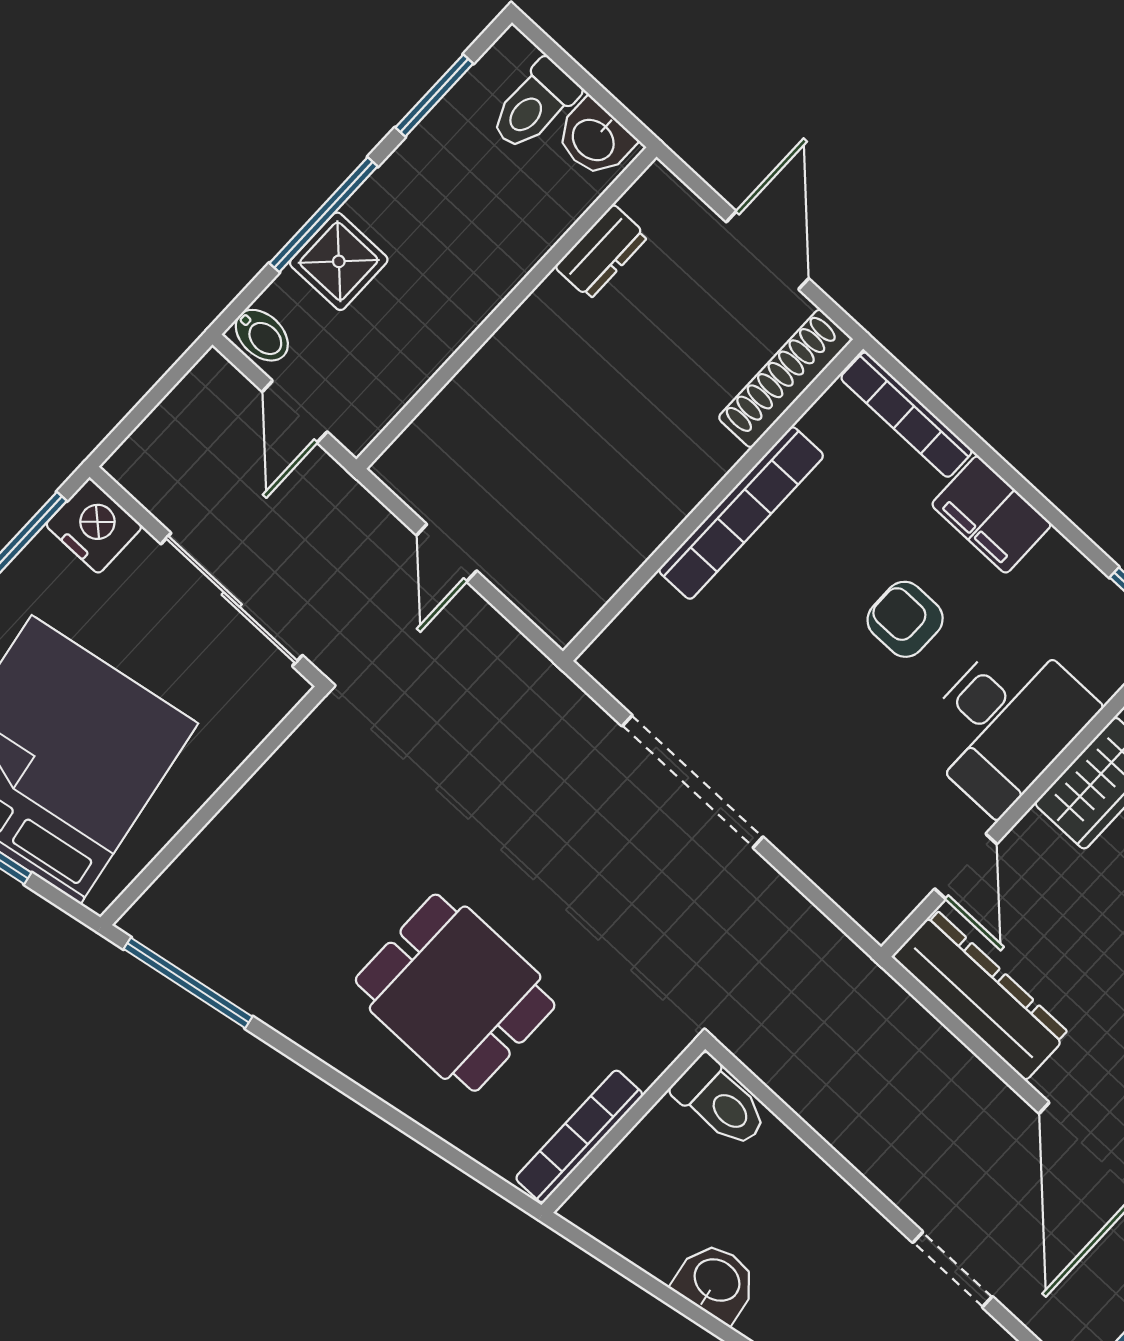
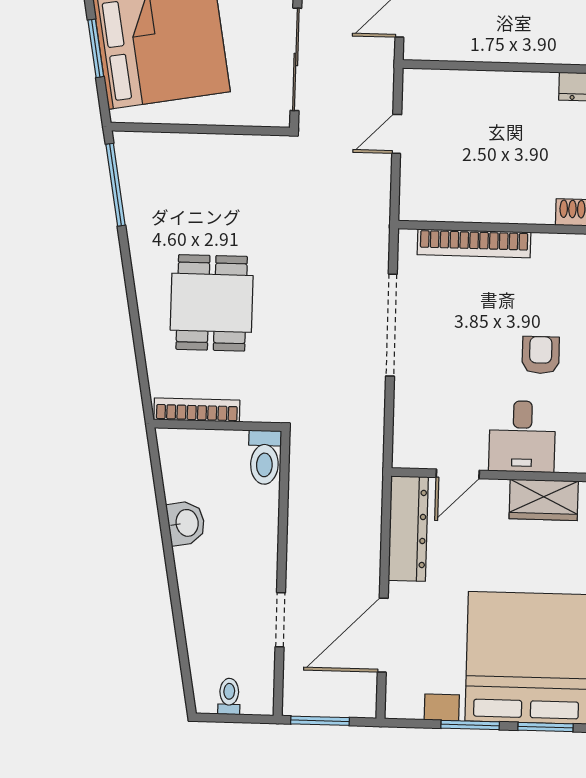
bookcase: (741, 513) -> (474, 243), moved
desk: (1006, 722) -> (522, 436), width x0.73

